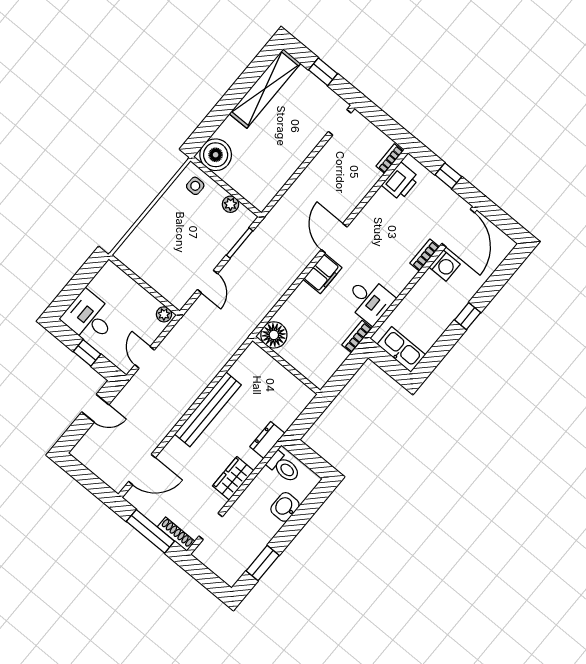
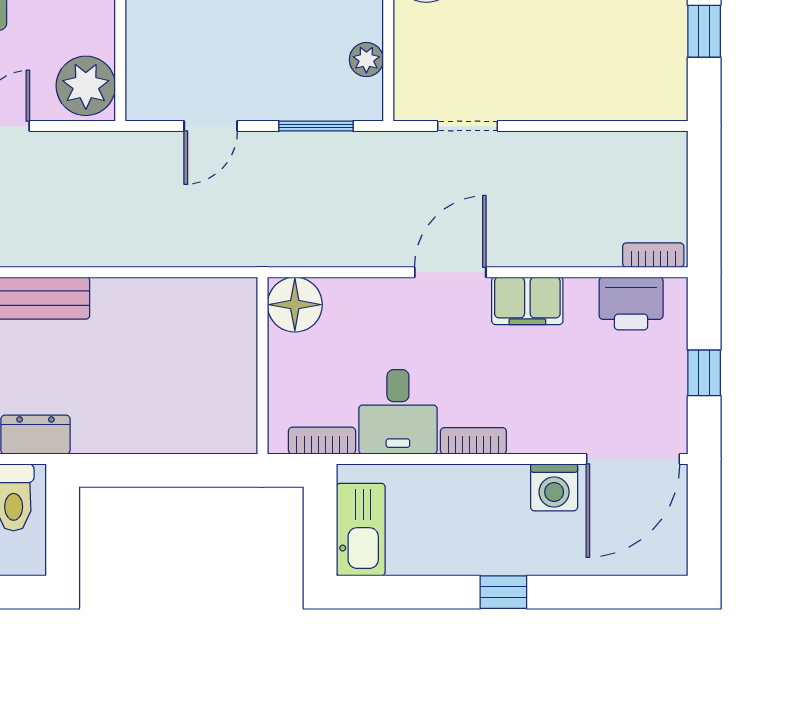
doorway: (340, 122) -> (467, 126), moved
bookcase: (425, 255) -> (473, 441), moved
filing cabinet: (323, 274) -> (527, 301), moved
plant: (164, 314) -> (86, 86), width x1.87, depth x1.87
floor lamp: (274, 335) -> (295, 305), moved
wall: (286, 365) -> (262, 366), moved

